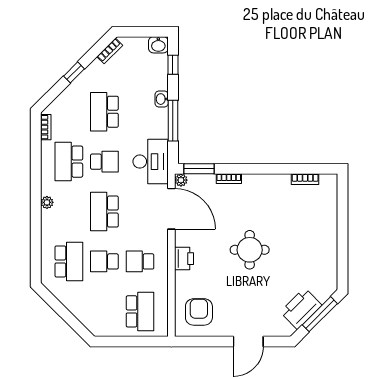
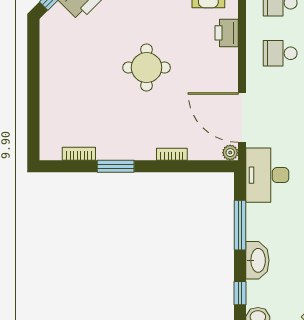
washbasin: (162, 99) -> (257, 260), width x1.91, depth x1.45
window: (199, 169) -> (116, 166), moved
printer: (184, 259) -> (227, 33), moved
school desk: (140, 261) -> (280, 53), turned 180

